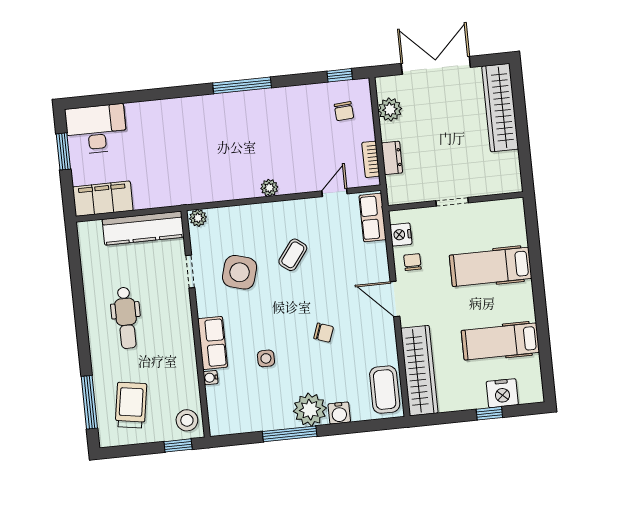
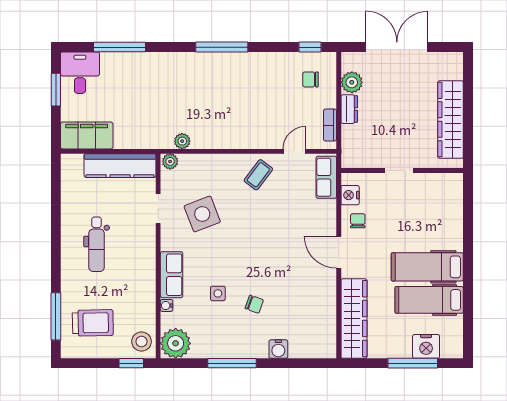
window: (129, 97) -> (119, 47), added
wardrobe: (500, 108) -> (451, 120), moved
chair: (344, 111) -> (310, 79), turned 94
desk: (96, 129) -> (80, 73), width x0.73
dresser: (392, 158) -> (349, 109), moved
plant: (269, 188) -> (182, 141), moved
coffee table: (293, 255) -> (258, 175), moved
hospital bed: (491, 267) -> (427, 267), moved
side table: (240, 272) -> (202, 214), turned -37
chair: (324, 333) -> (254, 304), moved
coffee table: (385, 390) -> (321, 332), removed
trolley: (131, 405) -> (93, 323), turned 80
plant: (310, 410) -> (176, 343), moved
window: (489, 413) -> (413, 363), width x2.17

